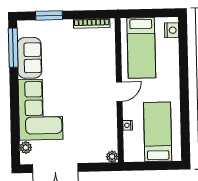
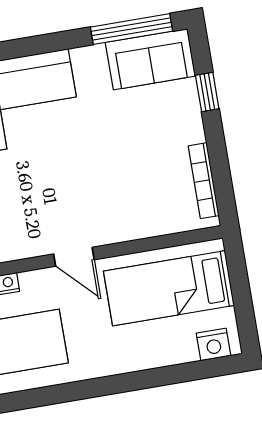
window: (49, 15) -> (207, 92), width x0.67
sofa: (30, 58) -> (150, 59), moved

